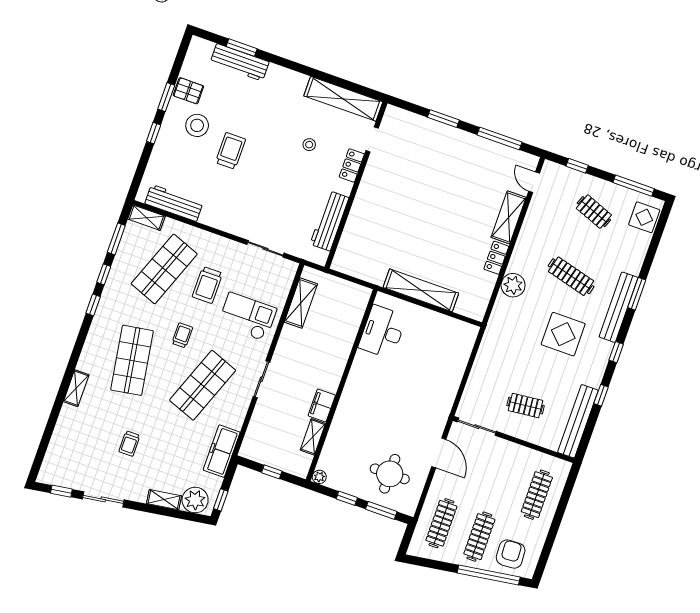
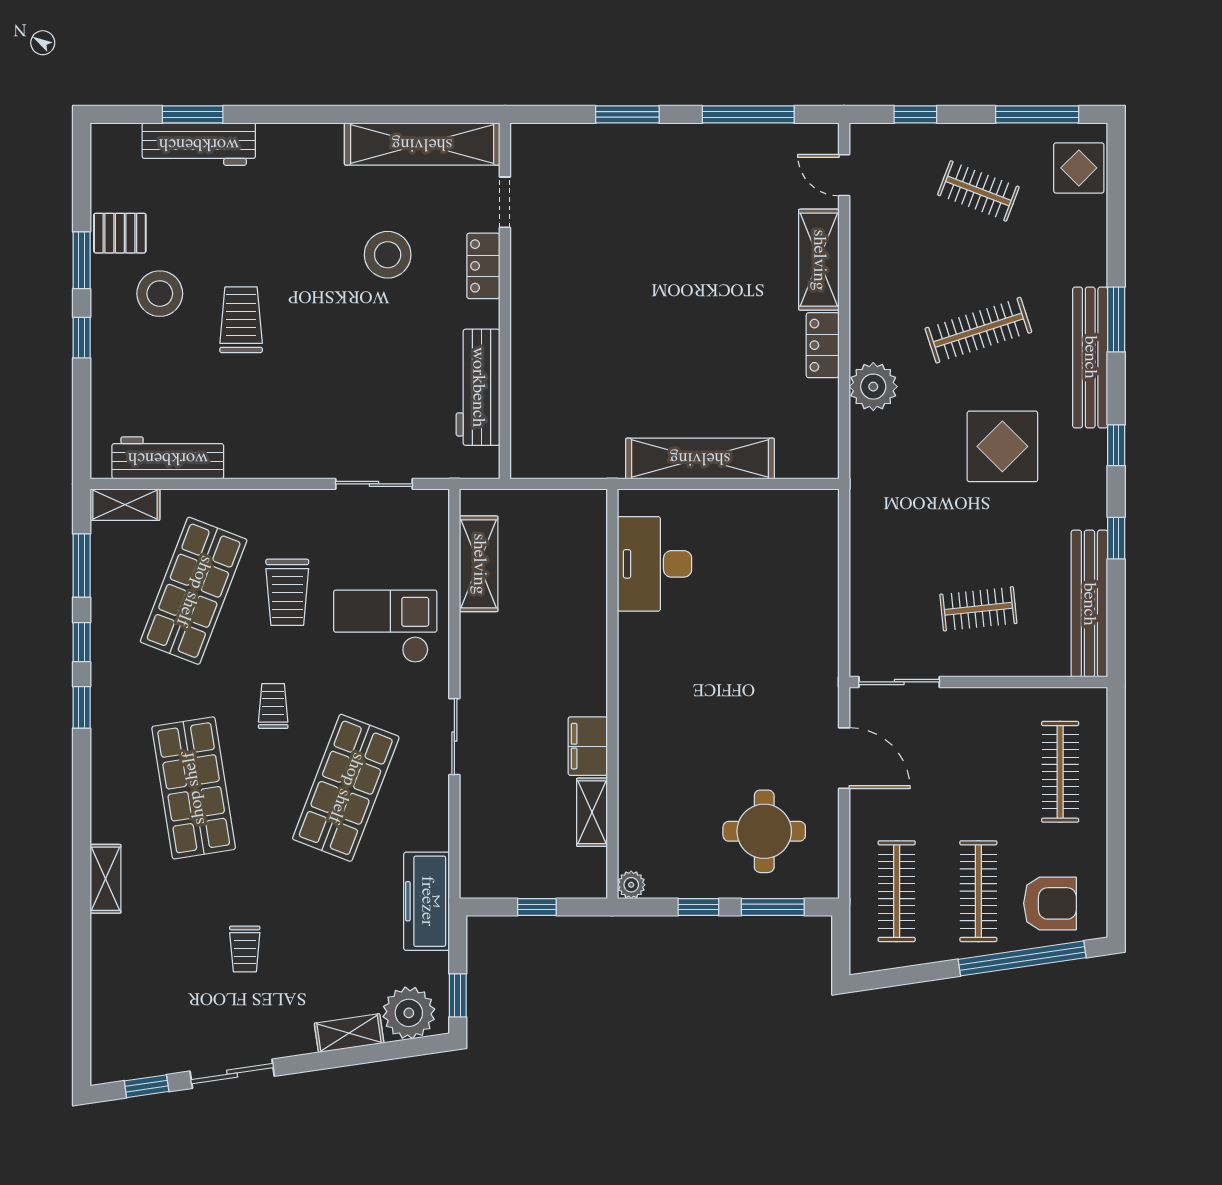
stool: (309, 145) -> (388, 255), width x1.89, depth x1.89
clothes rail: (571, 276) -> (978, 330), turned -33
armchair: (511, 554) -> (1050, 903), turned 93

